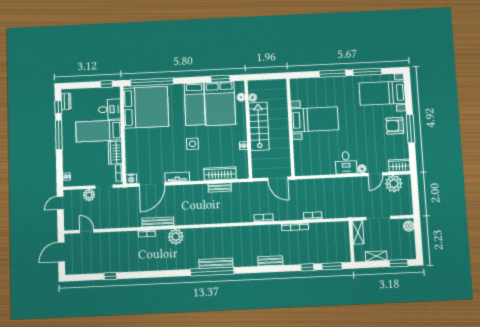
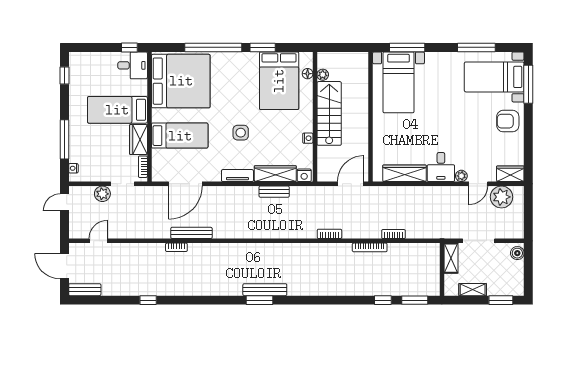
window: (332, 73) -> (407, 47), moved
window: (220, 79) -> (263, 47), moved
window: (152, 82) -> (213, 47), moved
dresser: (66, 101) -> (75, 68), removed
bed: (195, 104) -> (180, 136), moved, turned -90
desk: (110, 109) -> (133, 65), moved
bed with nightstands: (315, 119) -> (399, 82), moved, turned 90
window: (411, 129) -> (528, 84), moved
window: (59, 135) -> (65, 139), moved
wardrobe: (318, 169) -> (404, 173), added
tv unit: (177, 177) -> (237, 176), moved
nightstand: (131, 179) -> (304, 175), moved
door: (278, 179) -> (351, 184), swing flipped
door: (87, 231) -> (98, 241), hinge flipped
plant: (176, 237) -> (214, 253), removed
door: (61, 252) -> (65, 266), hinge flipped
bench: (270, 261) -> (85, 290), moved
window: (212, 272) -> (260, 300), width x0.47
window: (110, 276) -> (148, 300), moved

